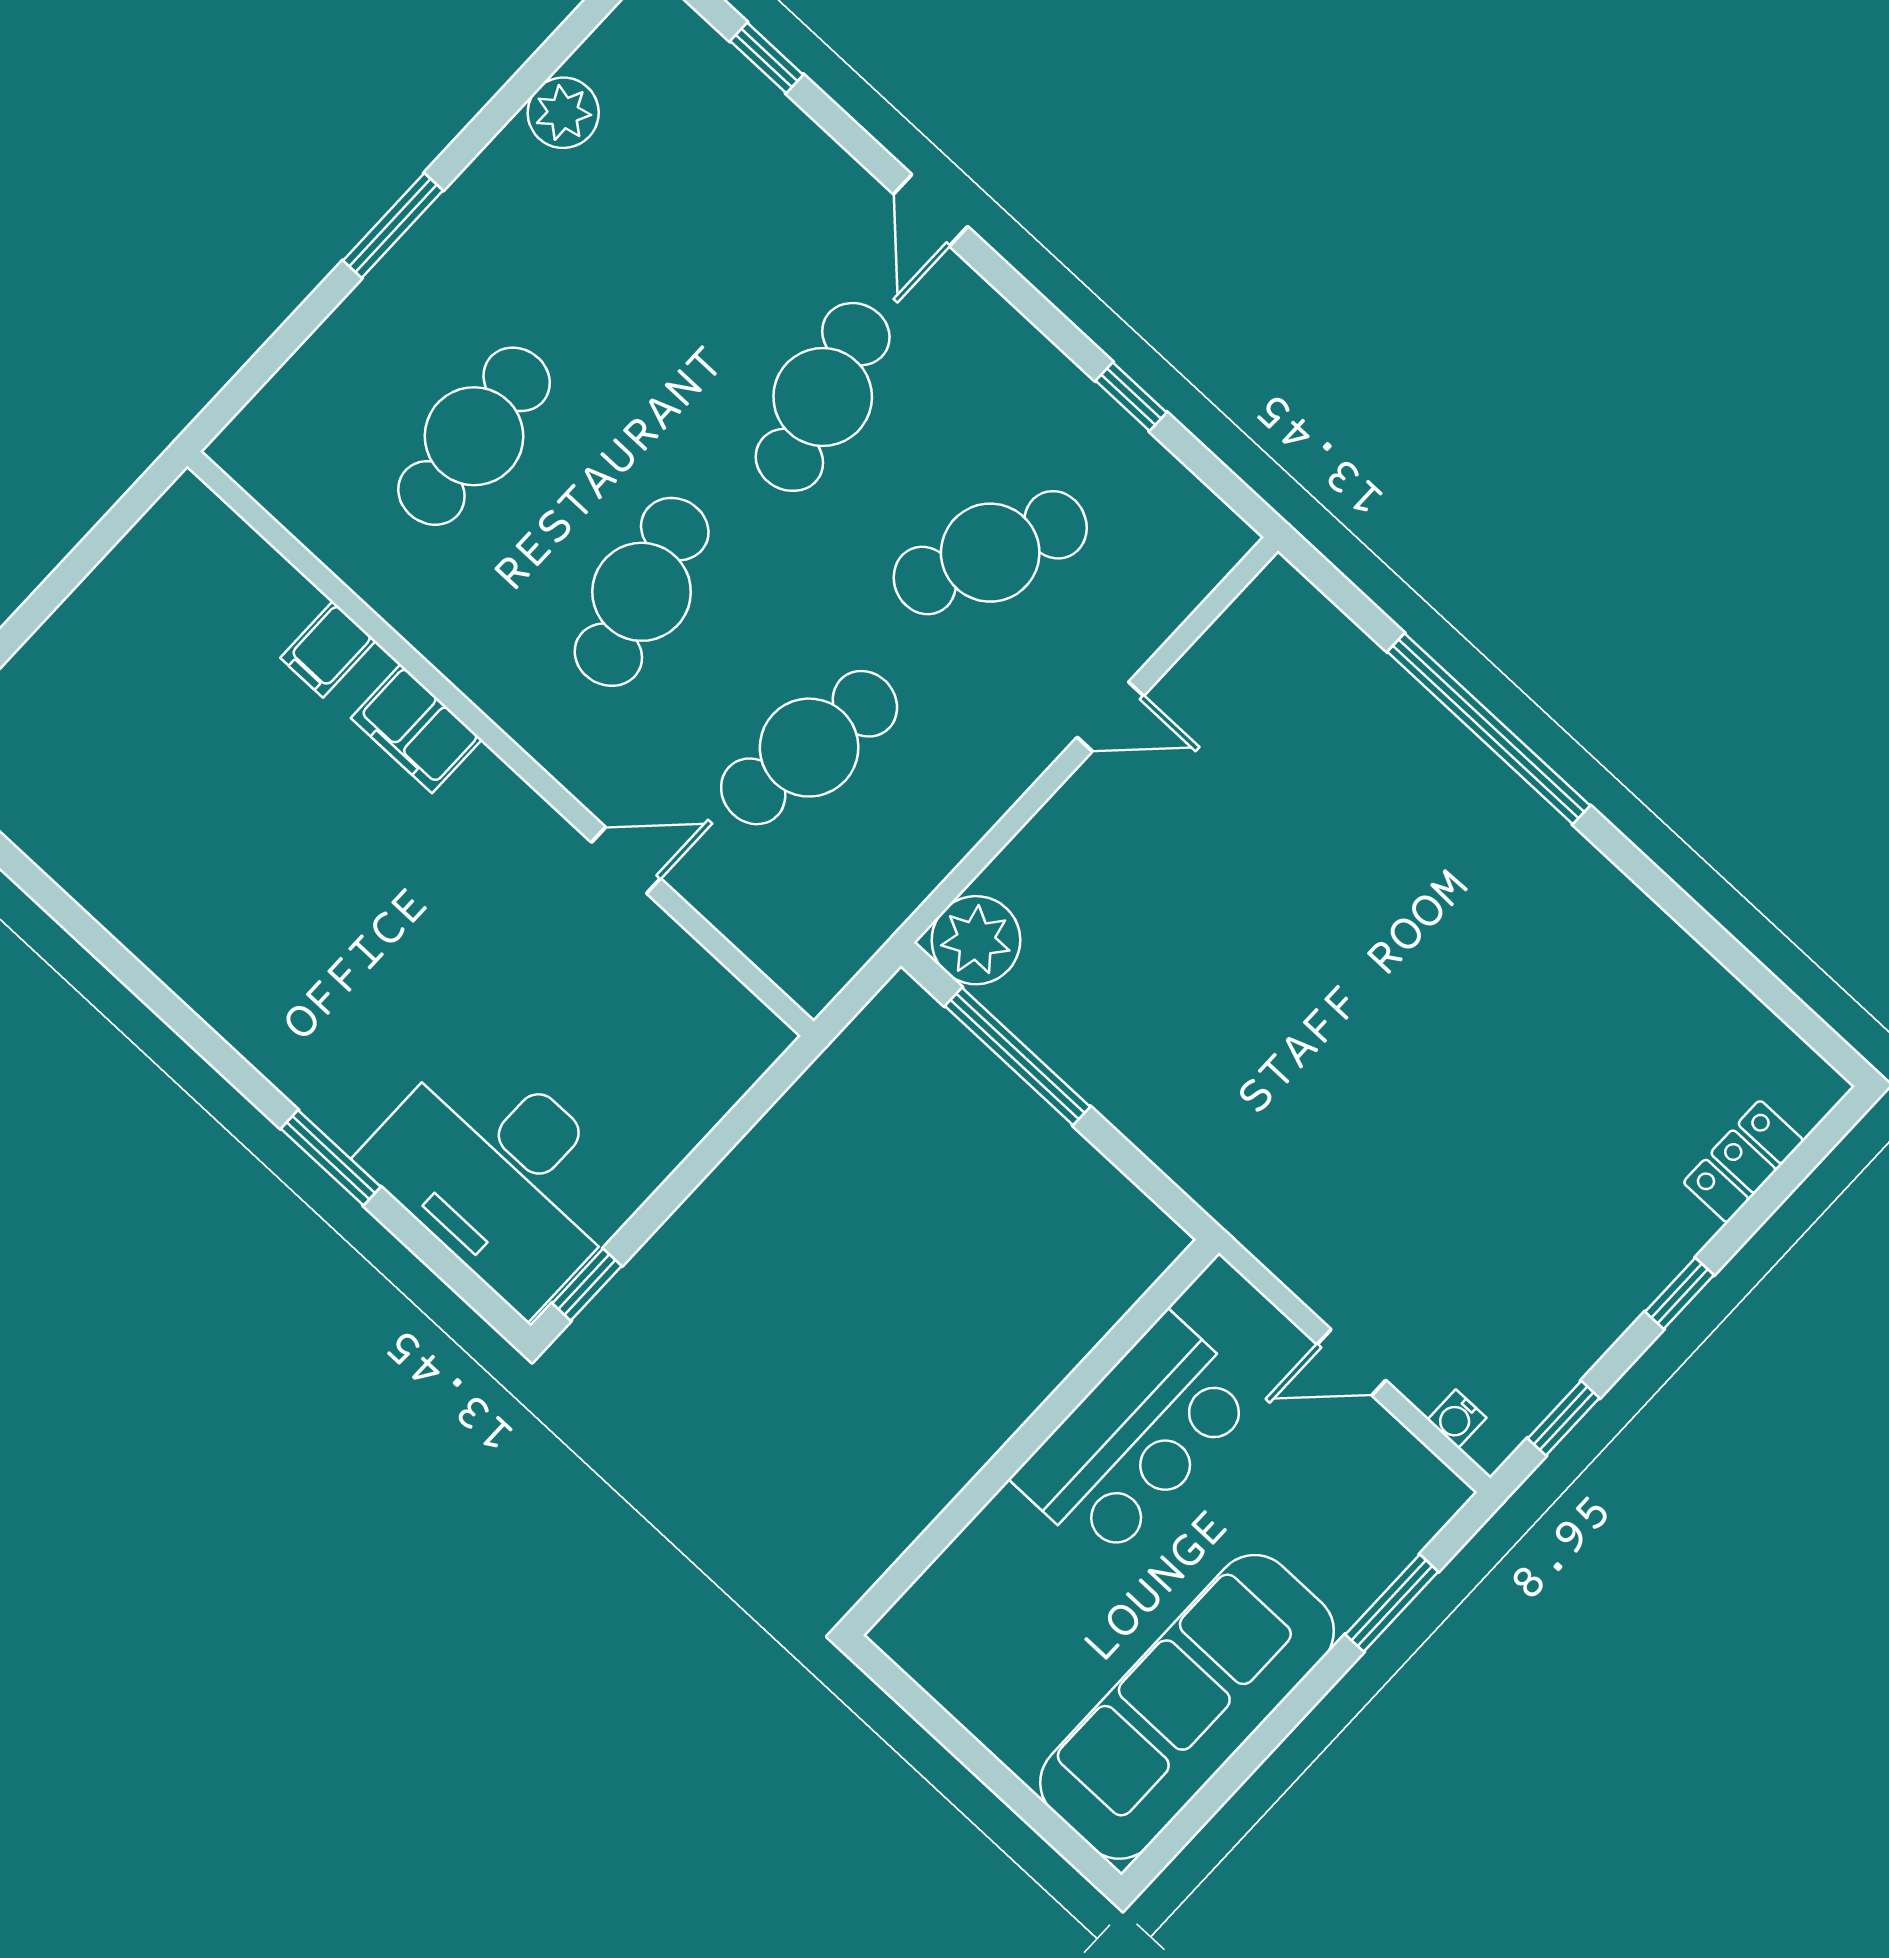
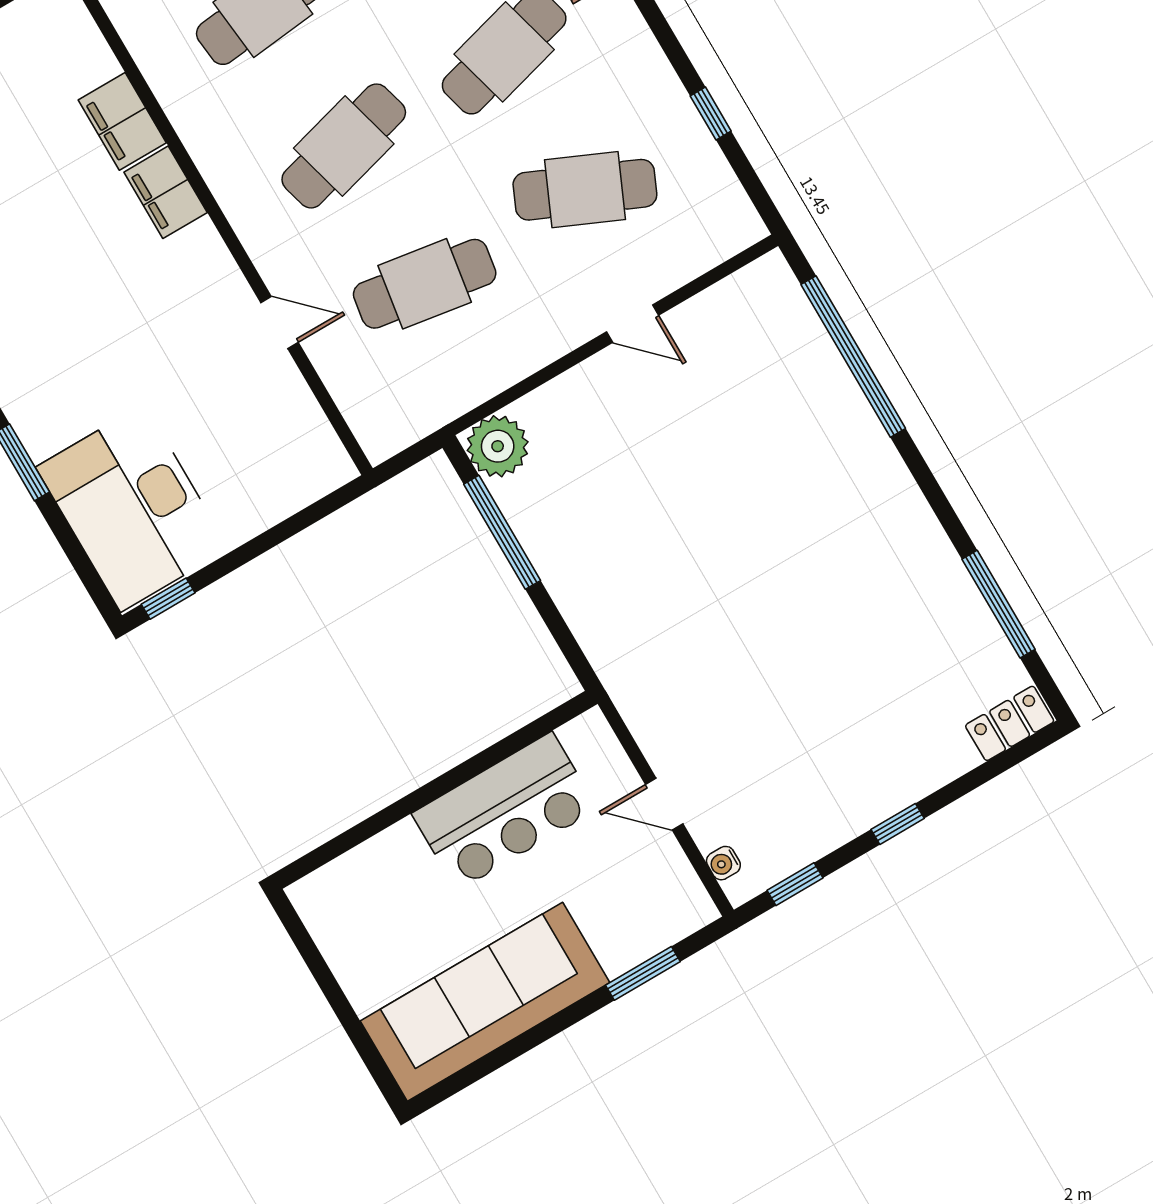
filing cabinet: (328, 649) -> (122, 121), width x2.00
window: (1489, 729) -> (853, 357), moved
window: (1728, 951) -> (999, 604), added
locker: (1743, 1162) -> (1010, 723), moved

